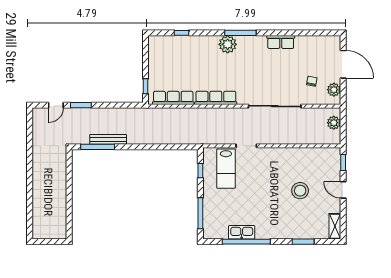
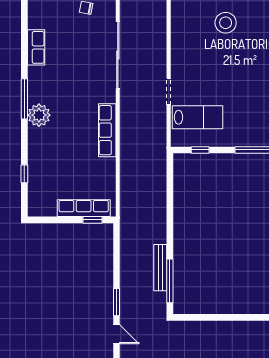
row of seats: (173, 98) -> (84, 208), moved, turned 90

